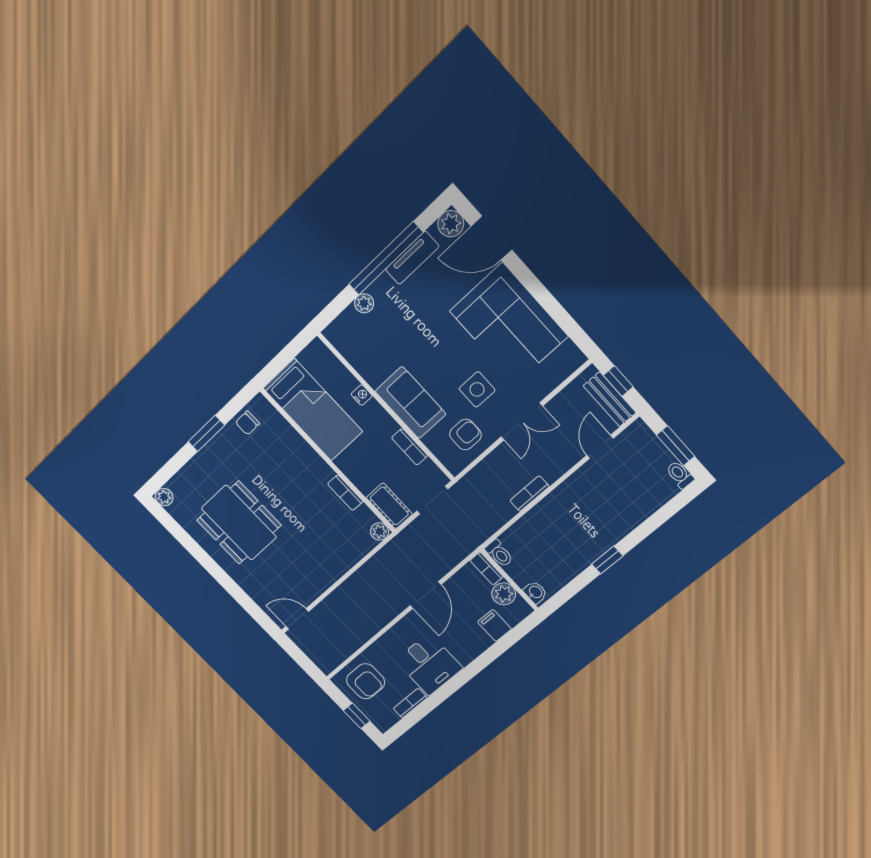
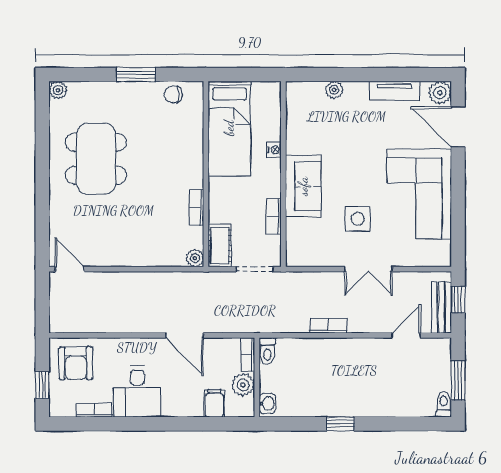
window: (386, 258) -> (376, 75), removed
armchair: (466, 434) -> (321, 243), removed
door: (426, 595) -> (185, 335), hinge flipped

